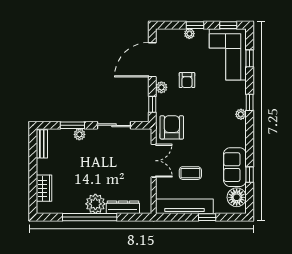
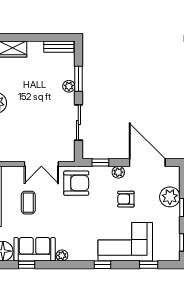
plant: (189, 34) -> (170, 197), width x1.87, depth x1.87
corner sofa: (228, 54) -> (125, 242), moved
plant: (241, 114) -> (62, 255), moved

